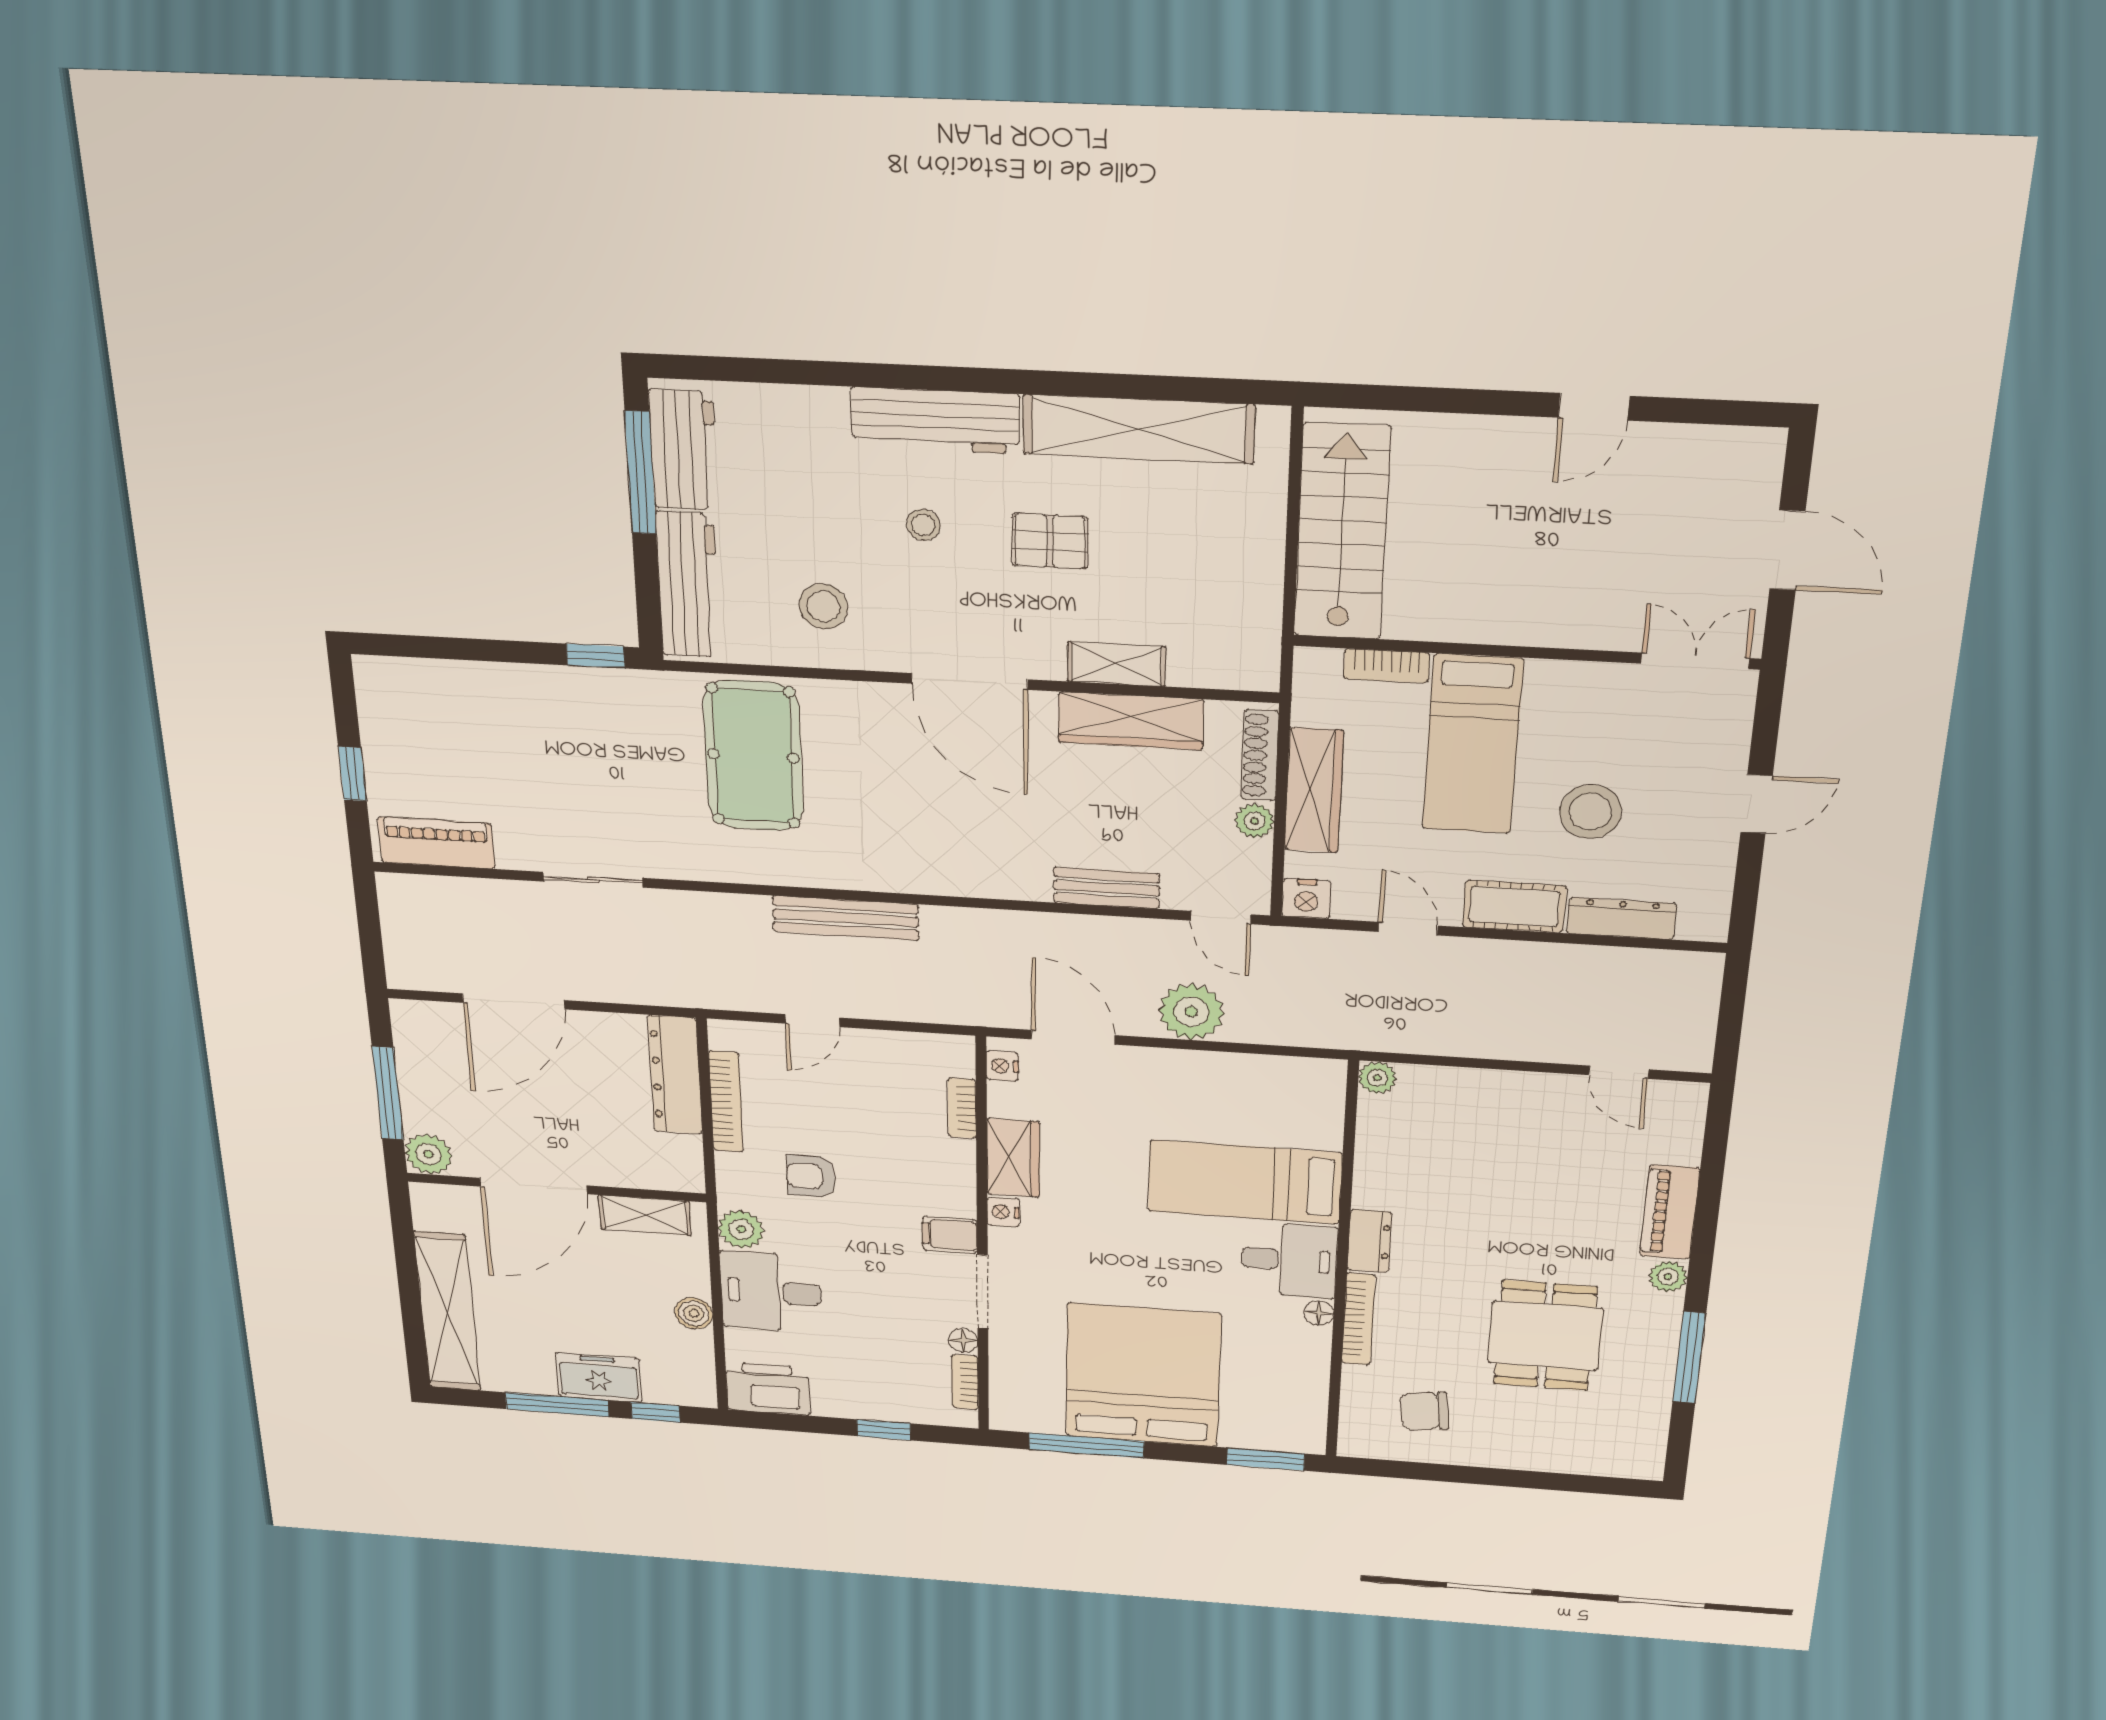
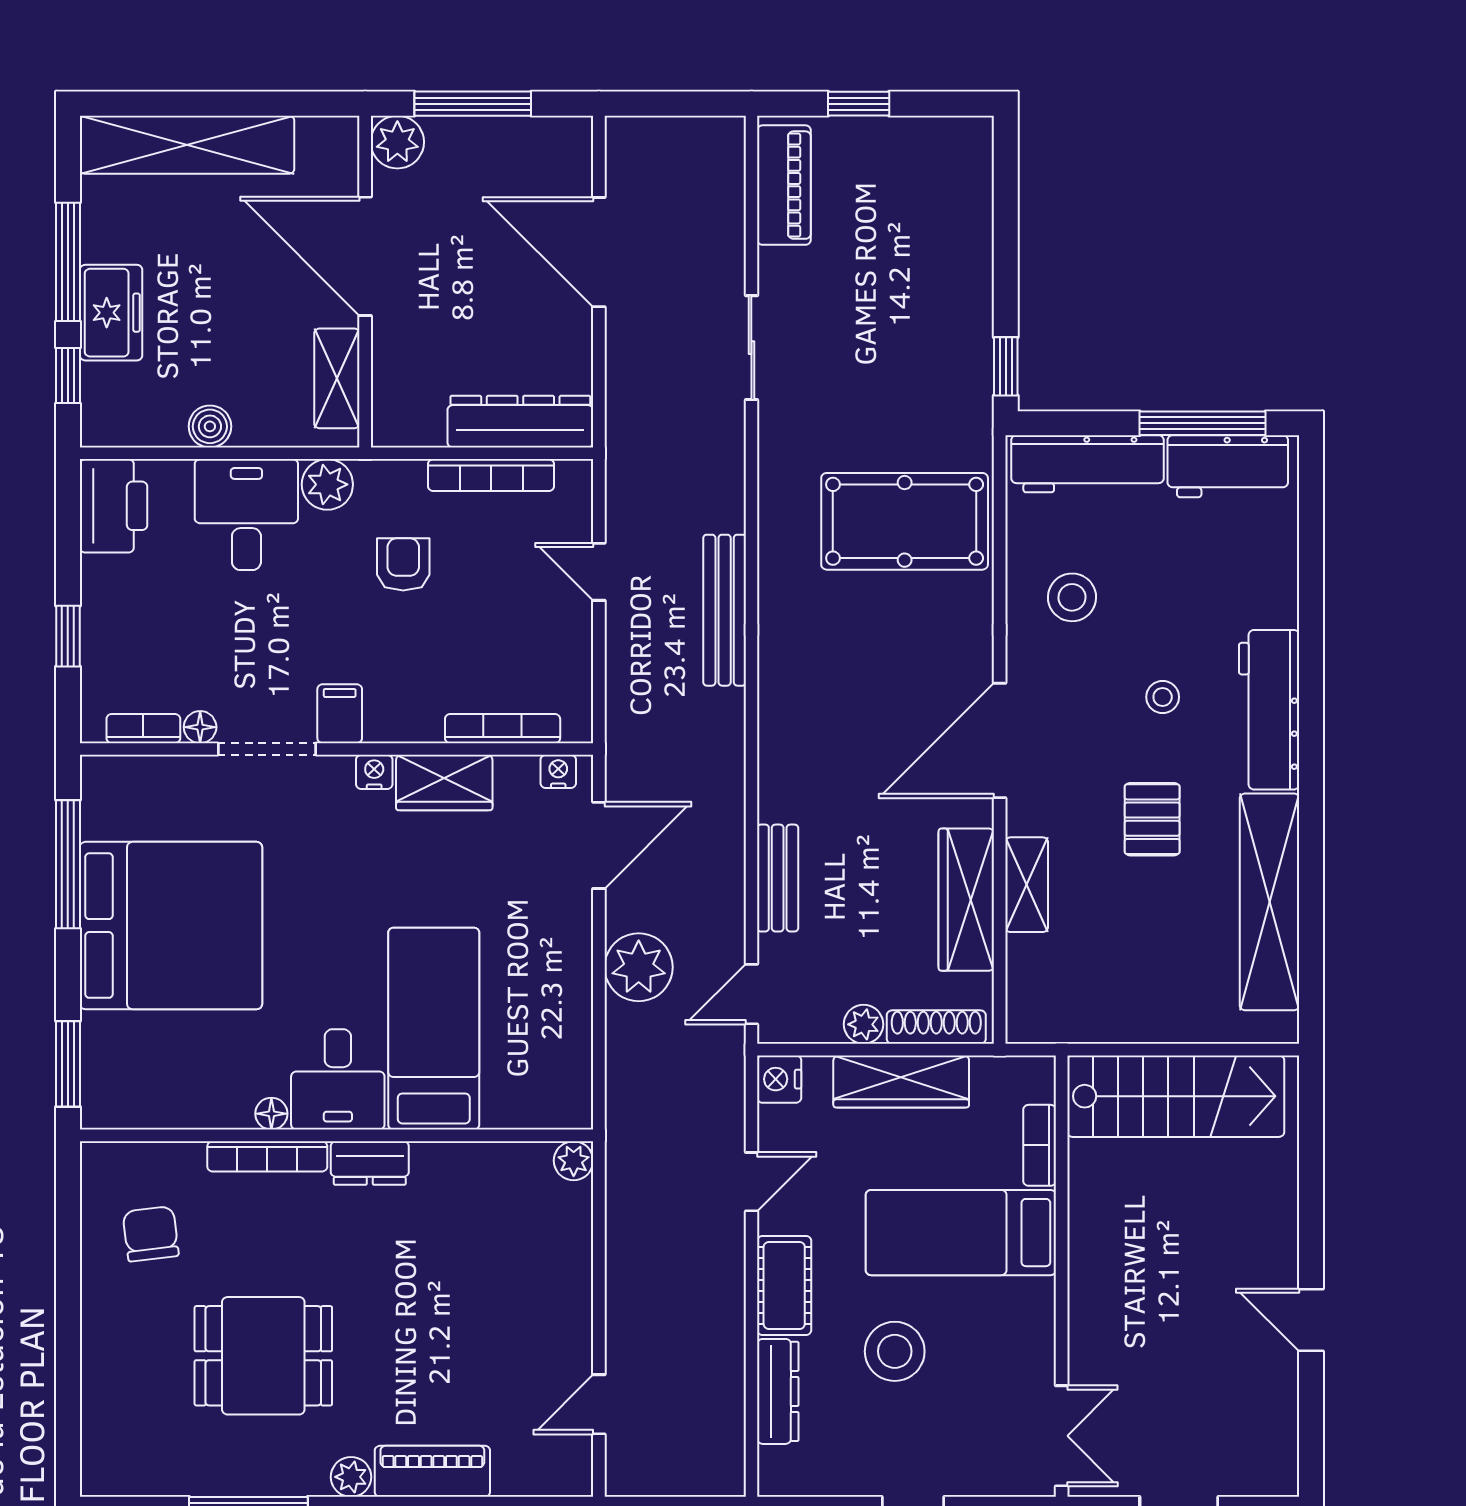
bookcase: (962, 1108) -> (503, 729), width x1.56

